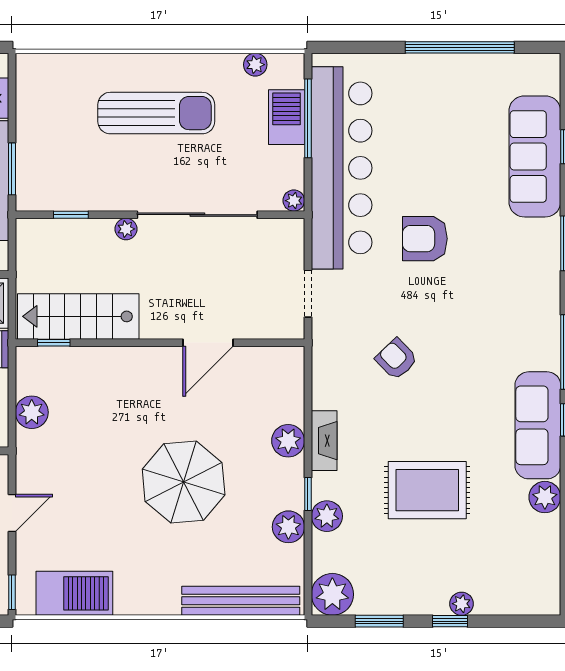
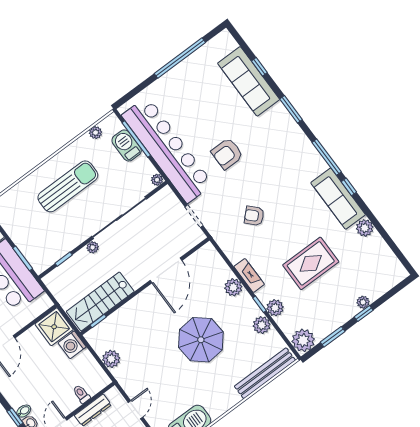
door: (208, 343) -> (166, 270), width x1.36

